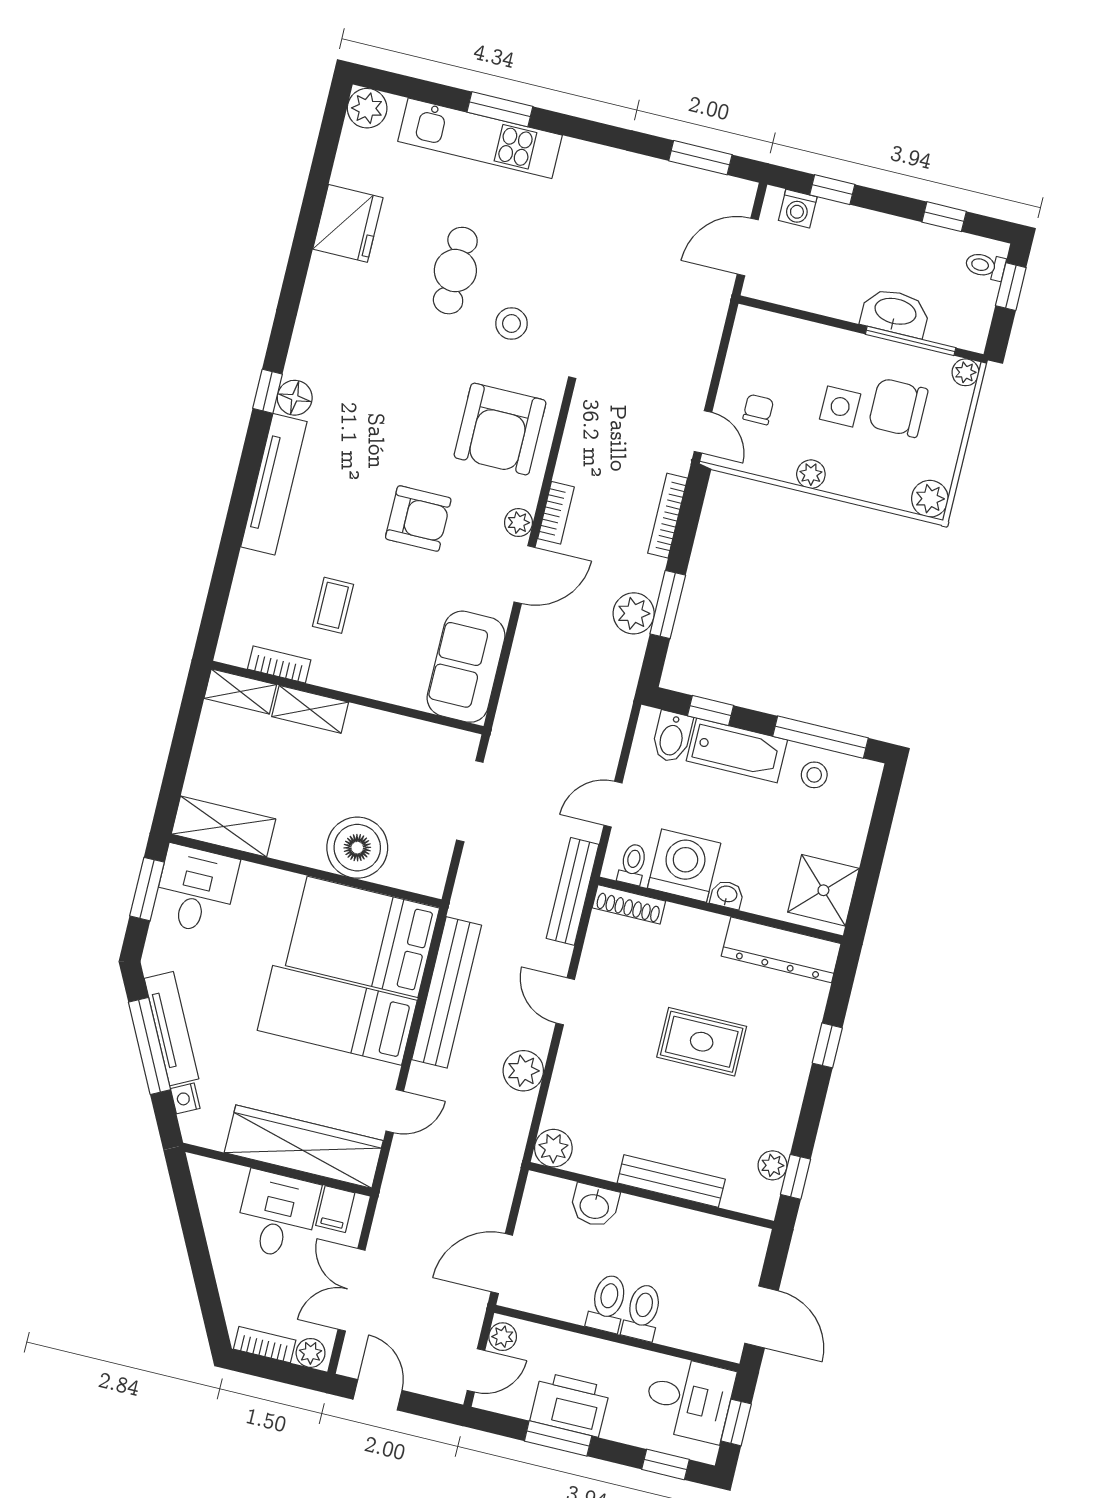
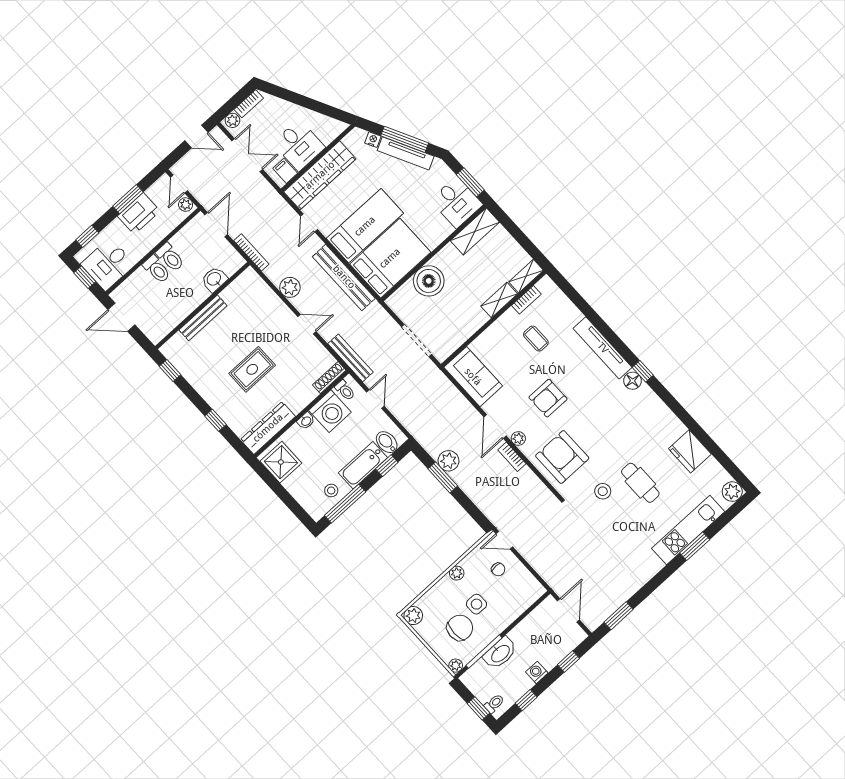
washing machine: (798, 209) -> (537, 672), moved
bookcase: (668, 516) -> (251, 252), moved
plant: (553, 1148) -> (249, 278), removed
plant: (773, 1165) -> (181, 364), removed

